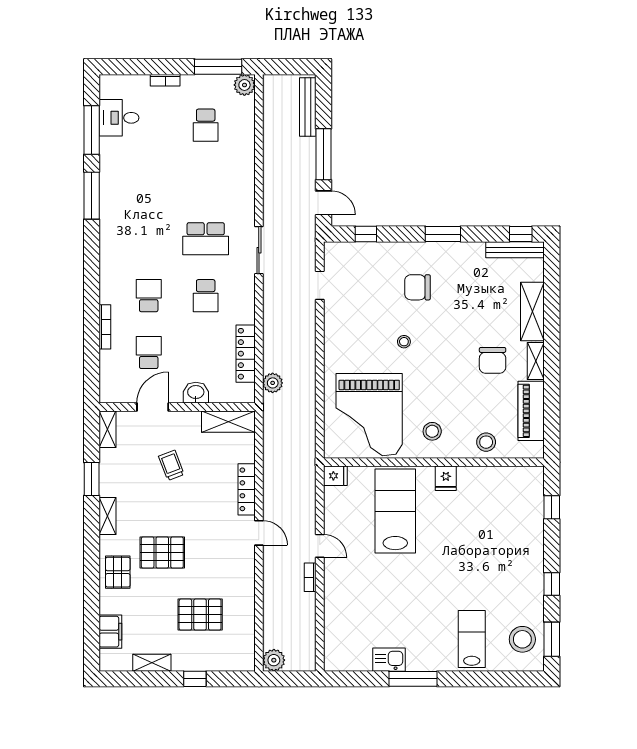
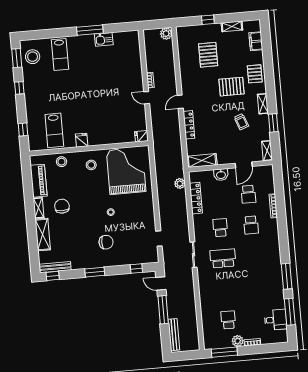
plant: (244, 85) -> (238, 341), moved
trolley: (171, 465) -> (241, 122), moved
lab bench: (395, 511) -> (54, 130), moved, width x0.73, depth x0.72
door: (259, 533) -> (180, 102), hinge flipped
pallet: (200, 615) -> (208, 55), turned 90

